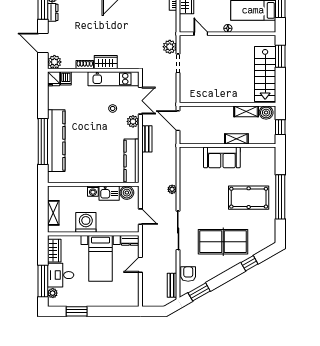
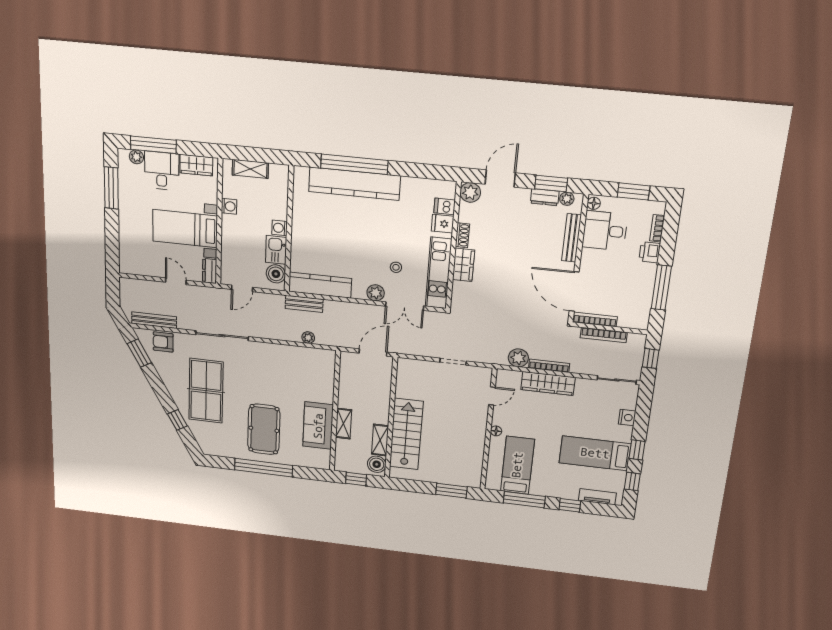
plant: (170, 47) -> (518, 358), moved
stairs: (265, 74) -> (406, 434), moved, turned 90
fridge: (54, 79) -> (443, 224), moved
bench: (147, 139) -> (304, 304), moved
sofa: (222, 157) -> (318, 426), moved
plant: (172, 189) -> (308, 338), moved
washing machine: (86, 222) -> (229, 206), width x0.53, depth x0.53
armchair: (188, 274) -> (163, 342), turned 180
bench: (172, 285) -> (154, 320), width x1.36
window: (77, 311) -> (111, 188), width x1.44

